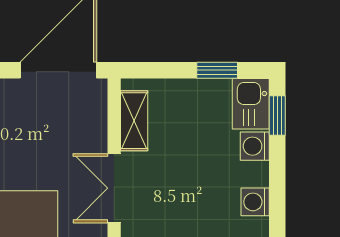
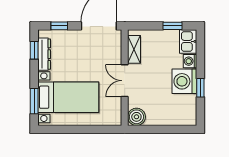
window: (277, 115) -> (200, 88), moved
washing machine: (255, 202) -> (184, 81), width x1.89, depth x1.89

